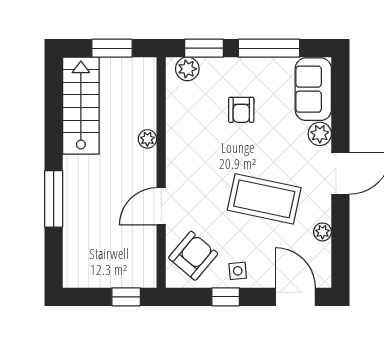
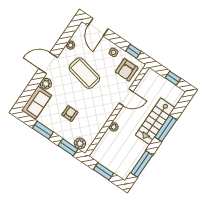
window: (269, 48) -> (43, 130), width x0.69
stairs: (81, 106) -> (155, 121), moved
window: (54, 107) -> (142, 164), added
armchair: (193, 256) -> (127, 70), turned -40
window: (126, 297) -> (173, 78), moved
window: (226, 297) -> (133, 51), moved

